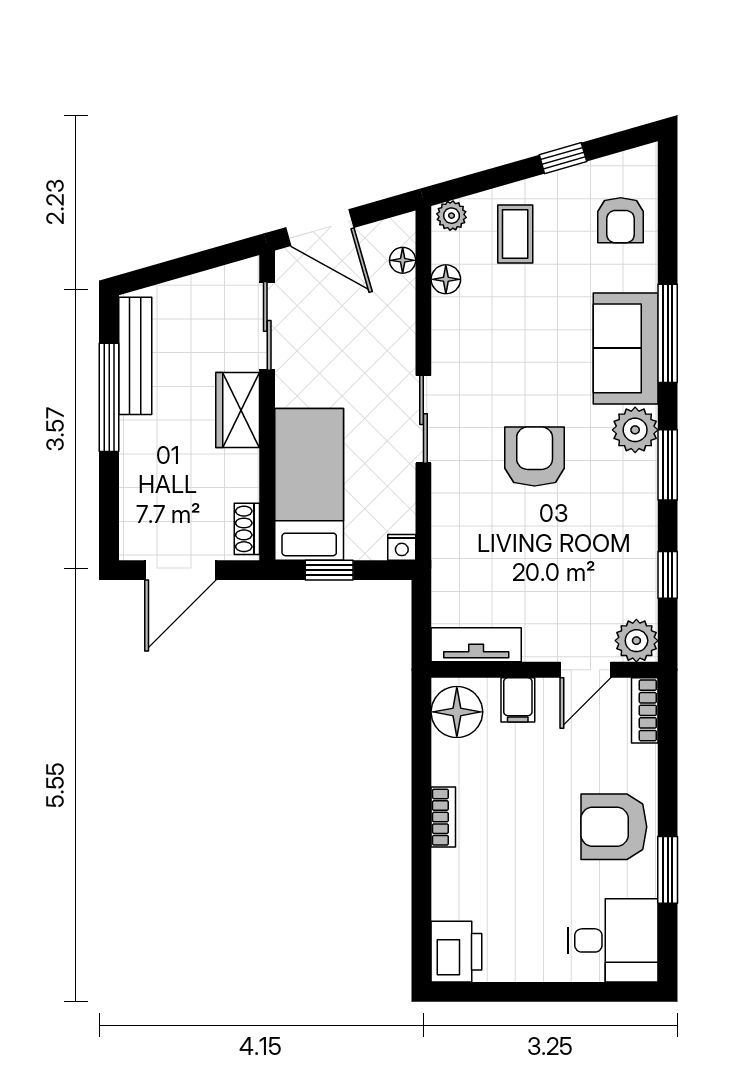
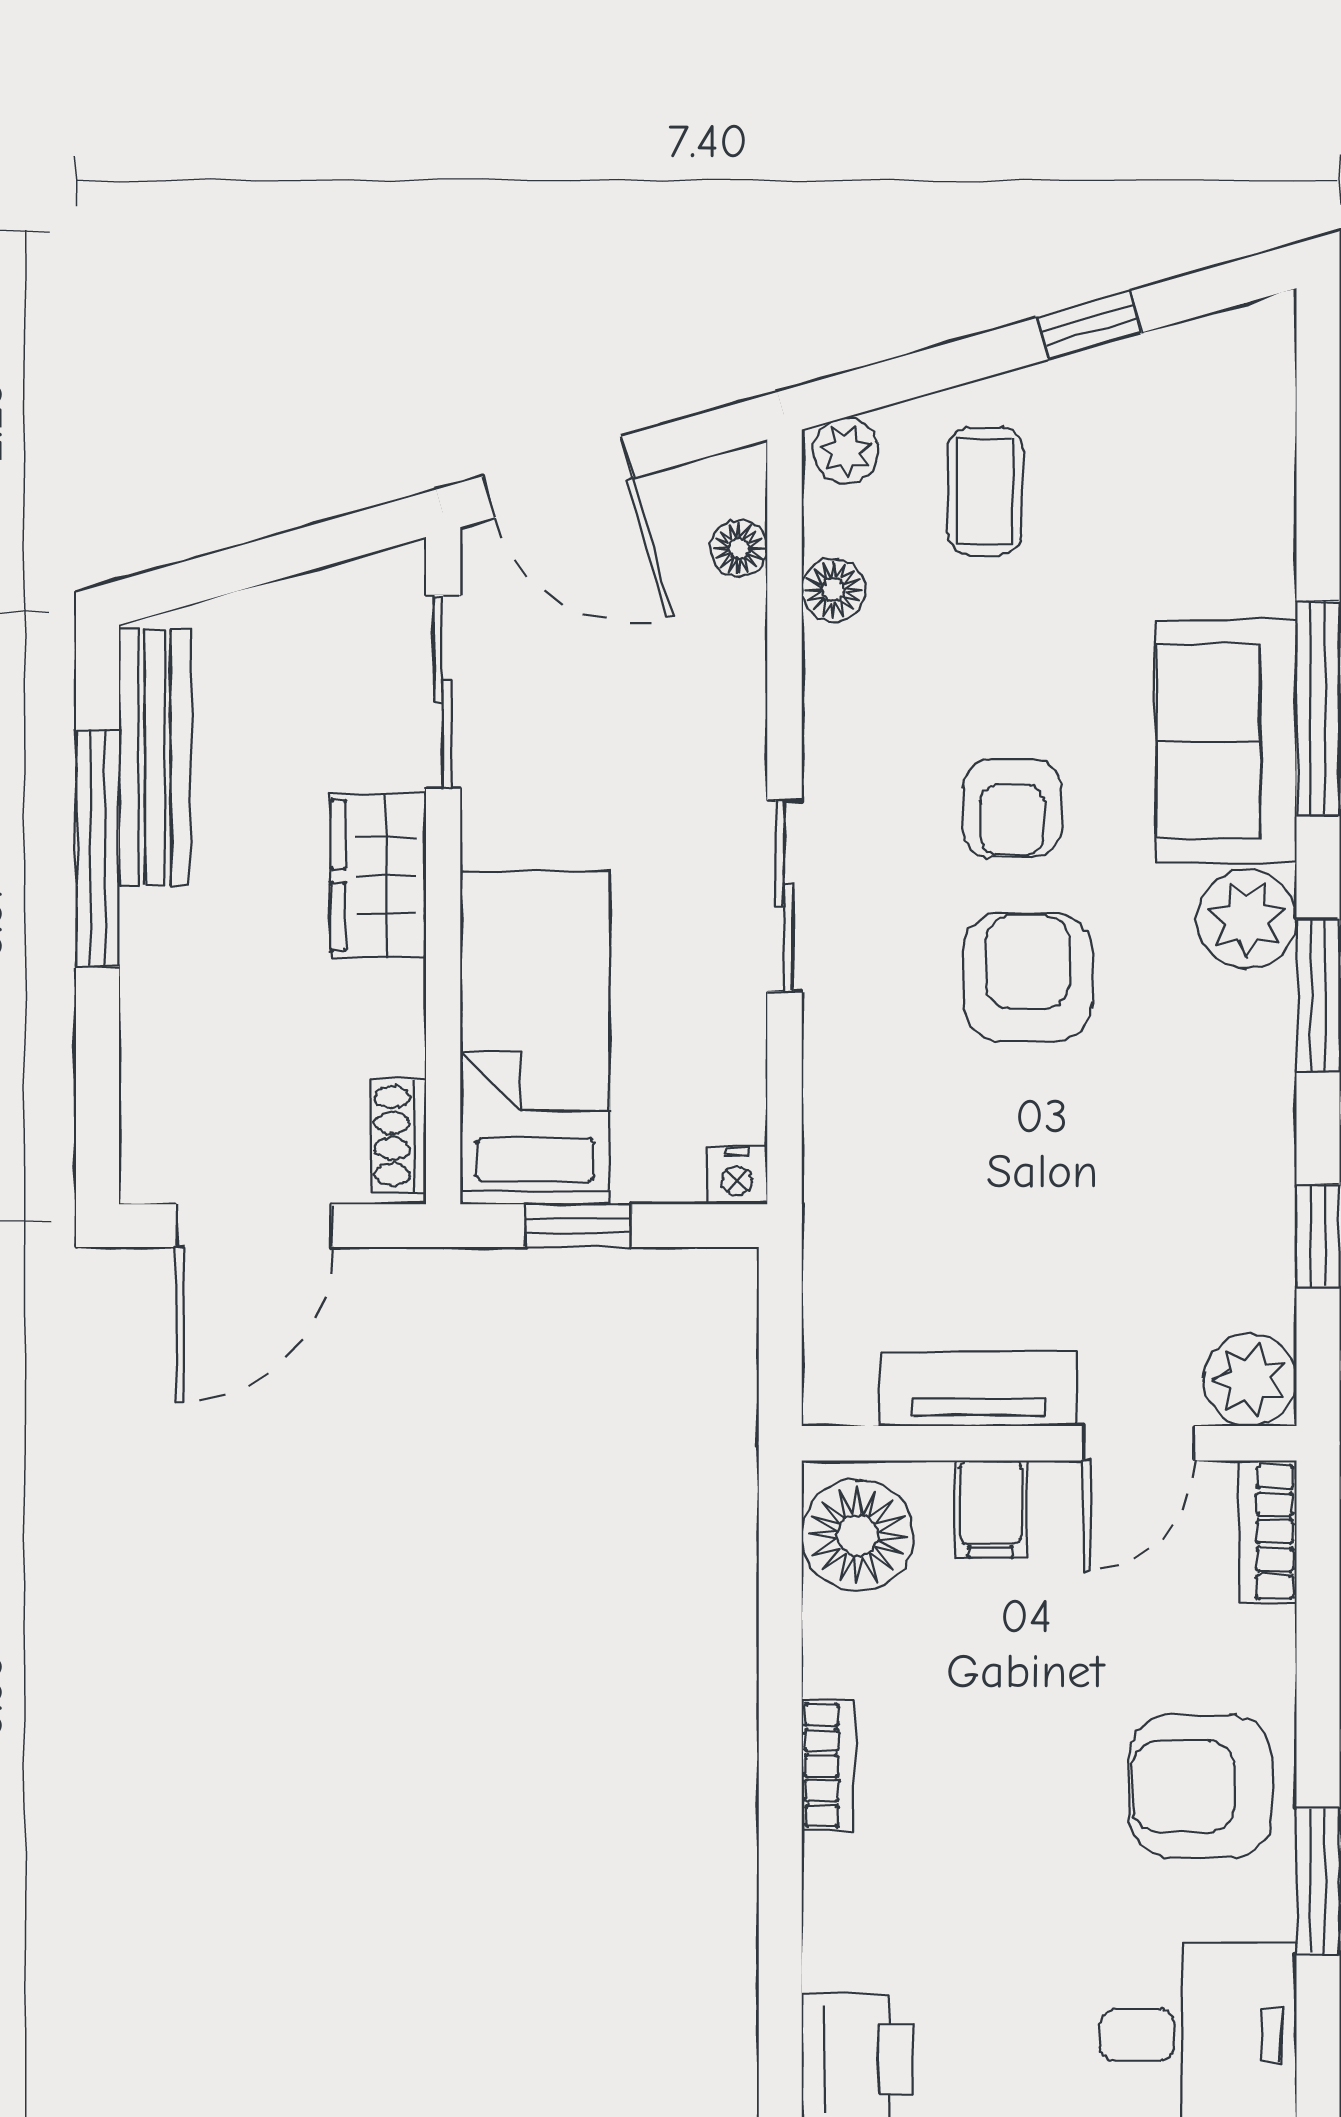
armchair: (621, 220) -> (1012, 808), moved
tv unit: (476, 645) -> (978, 1389), moved

